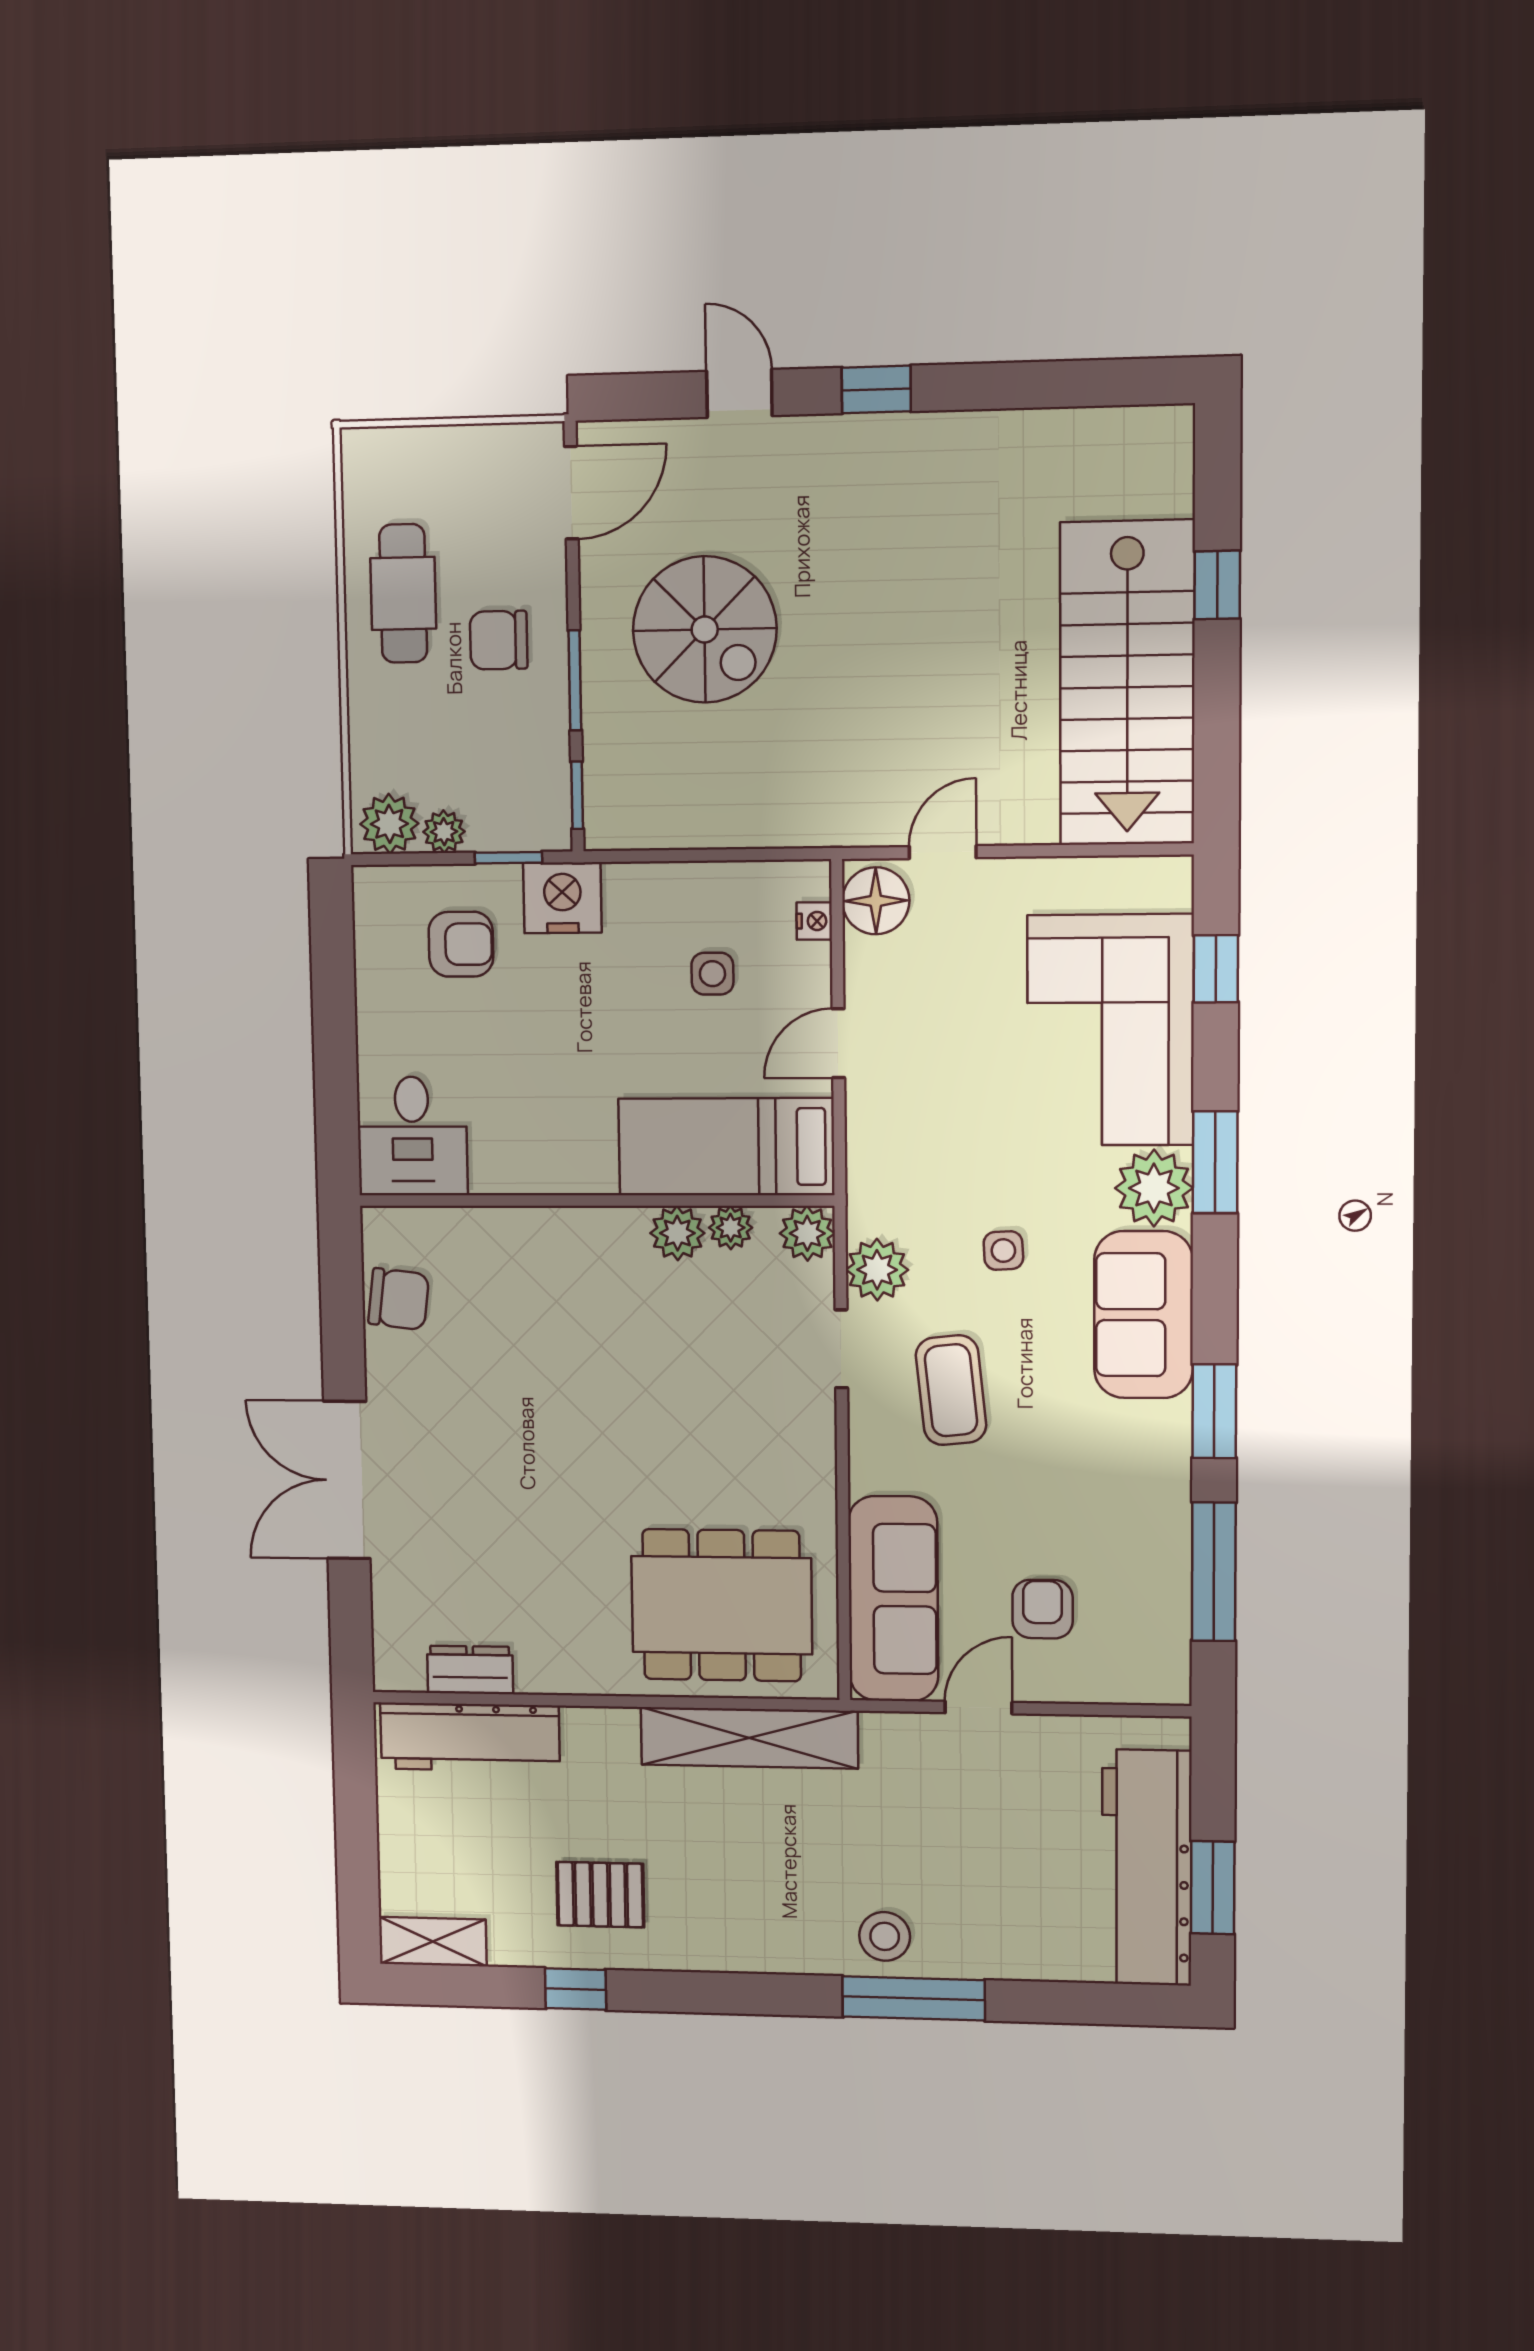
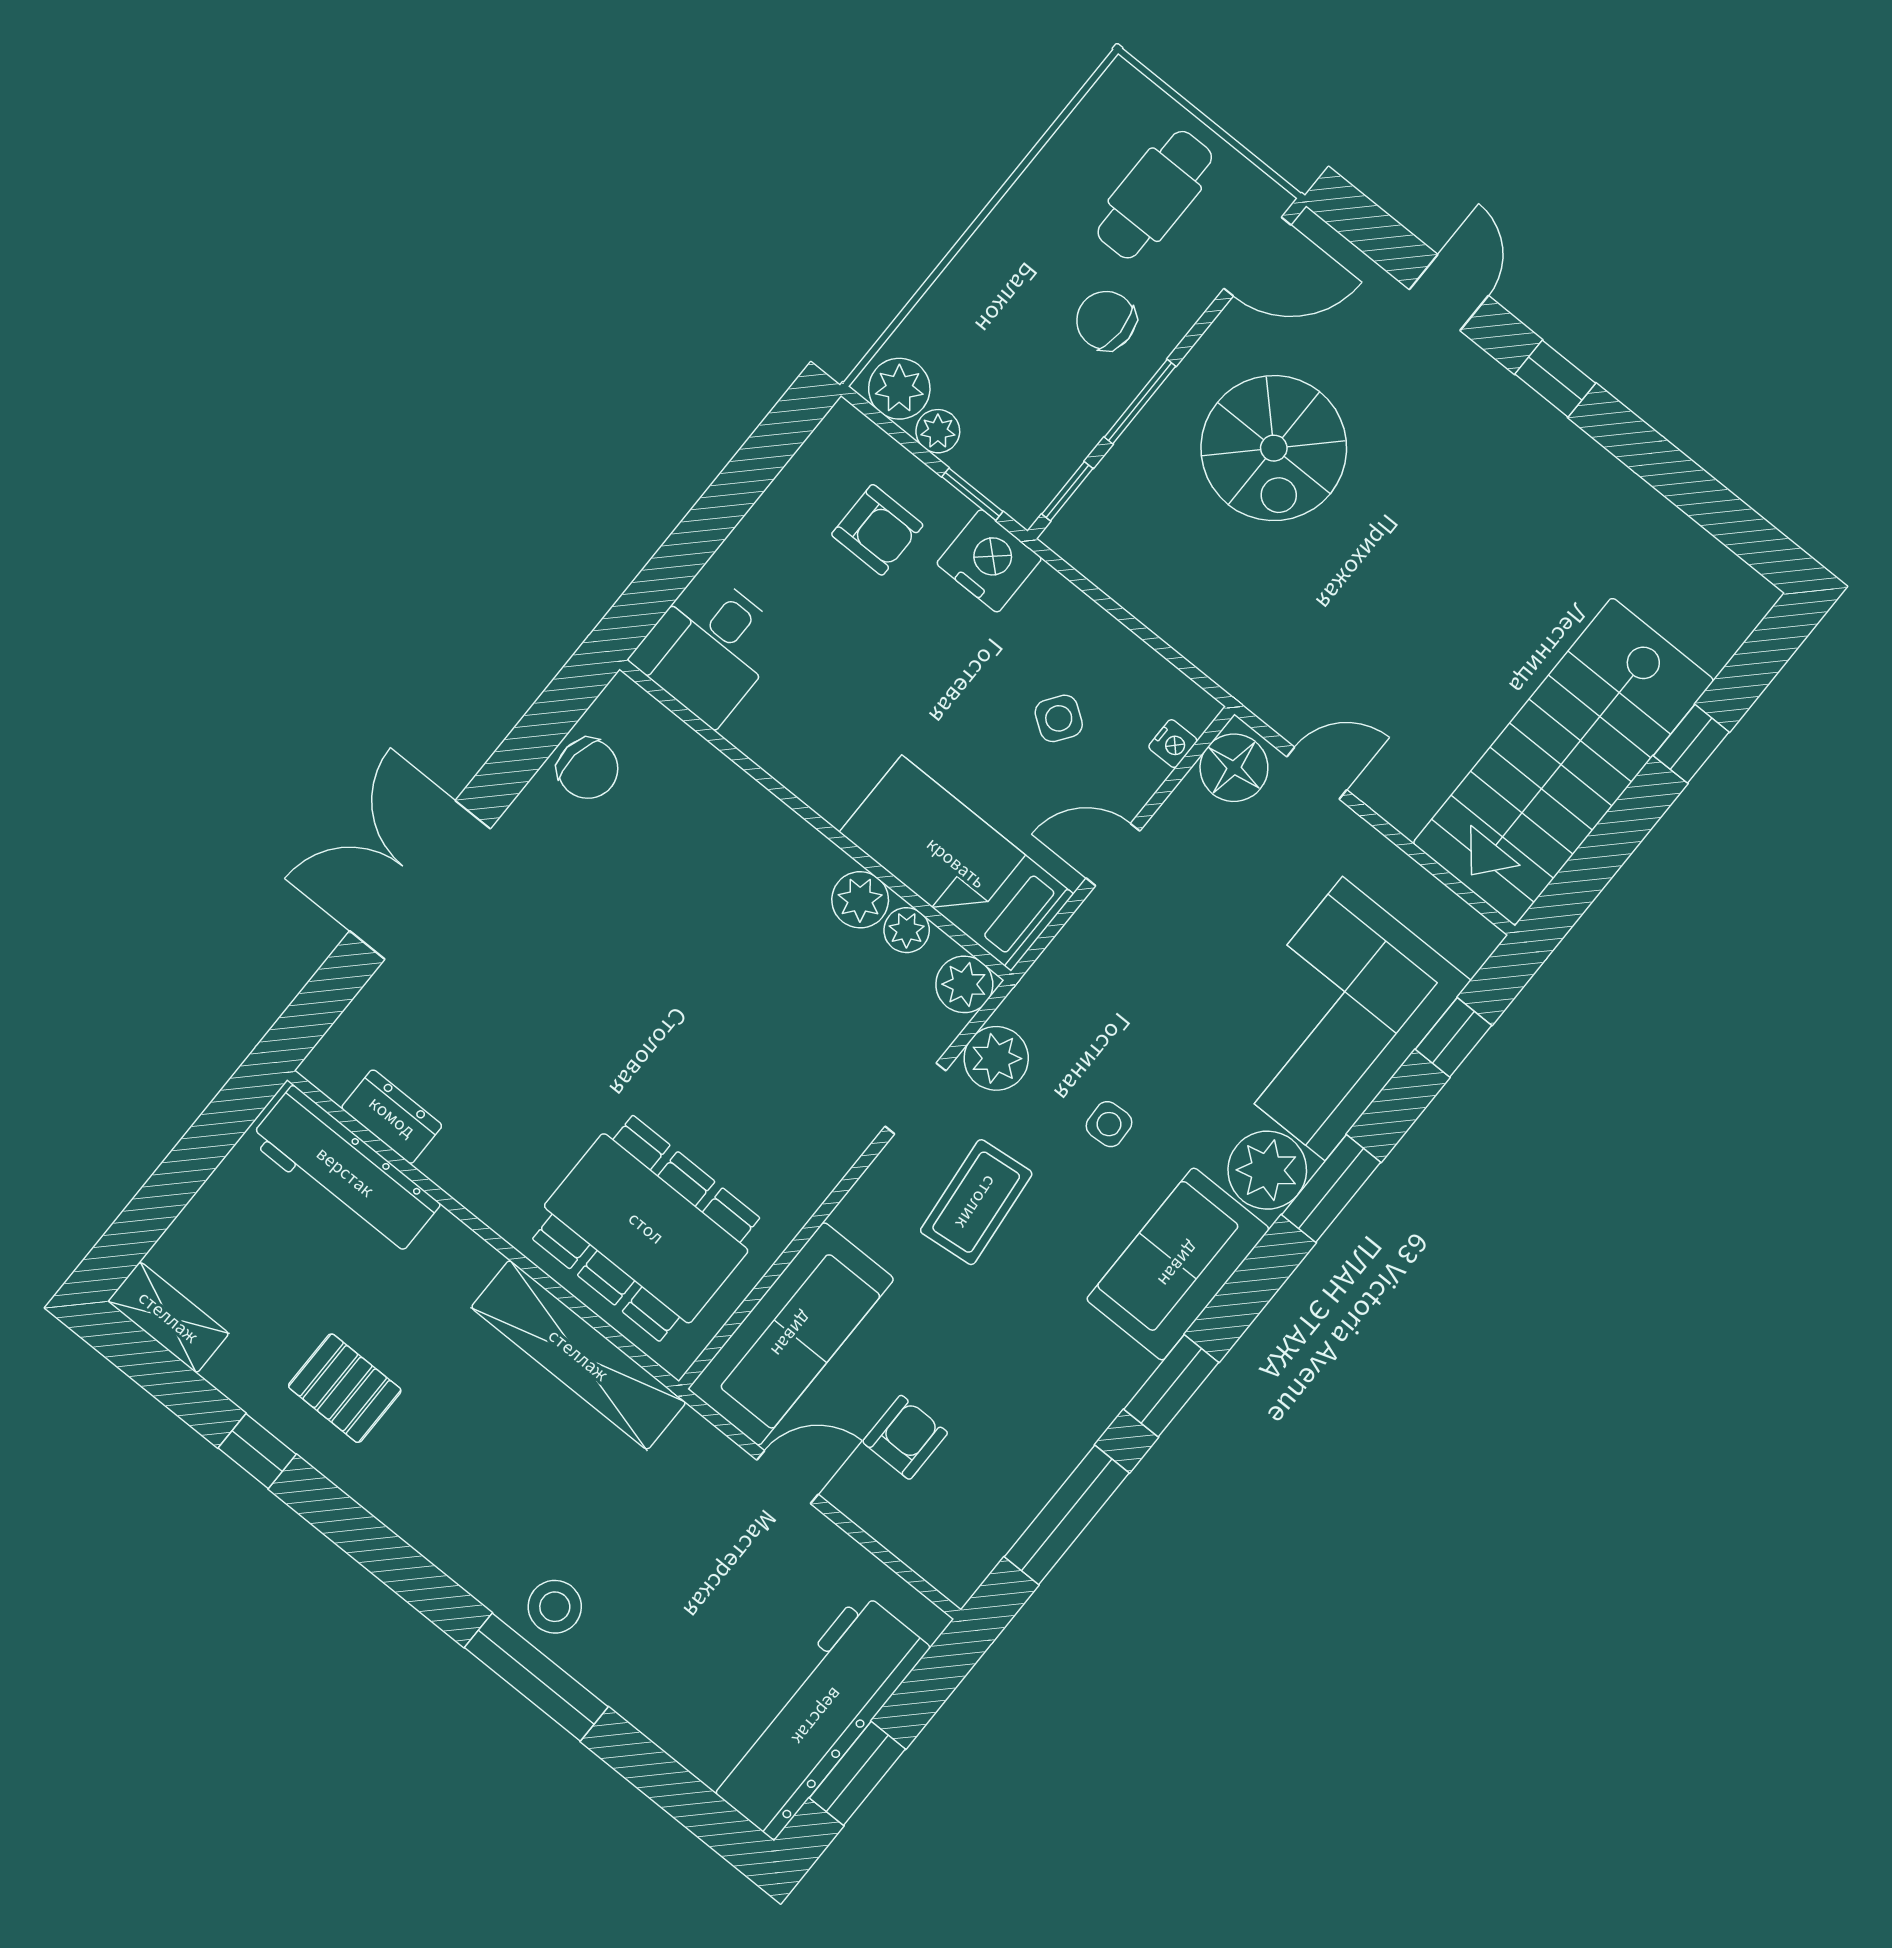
cafe table: (403, 593) -> (1155, 195), moved
side table: (712, 974) -> (1059, 718), turned 35

